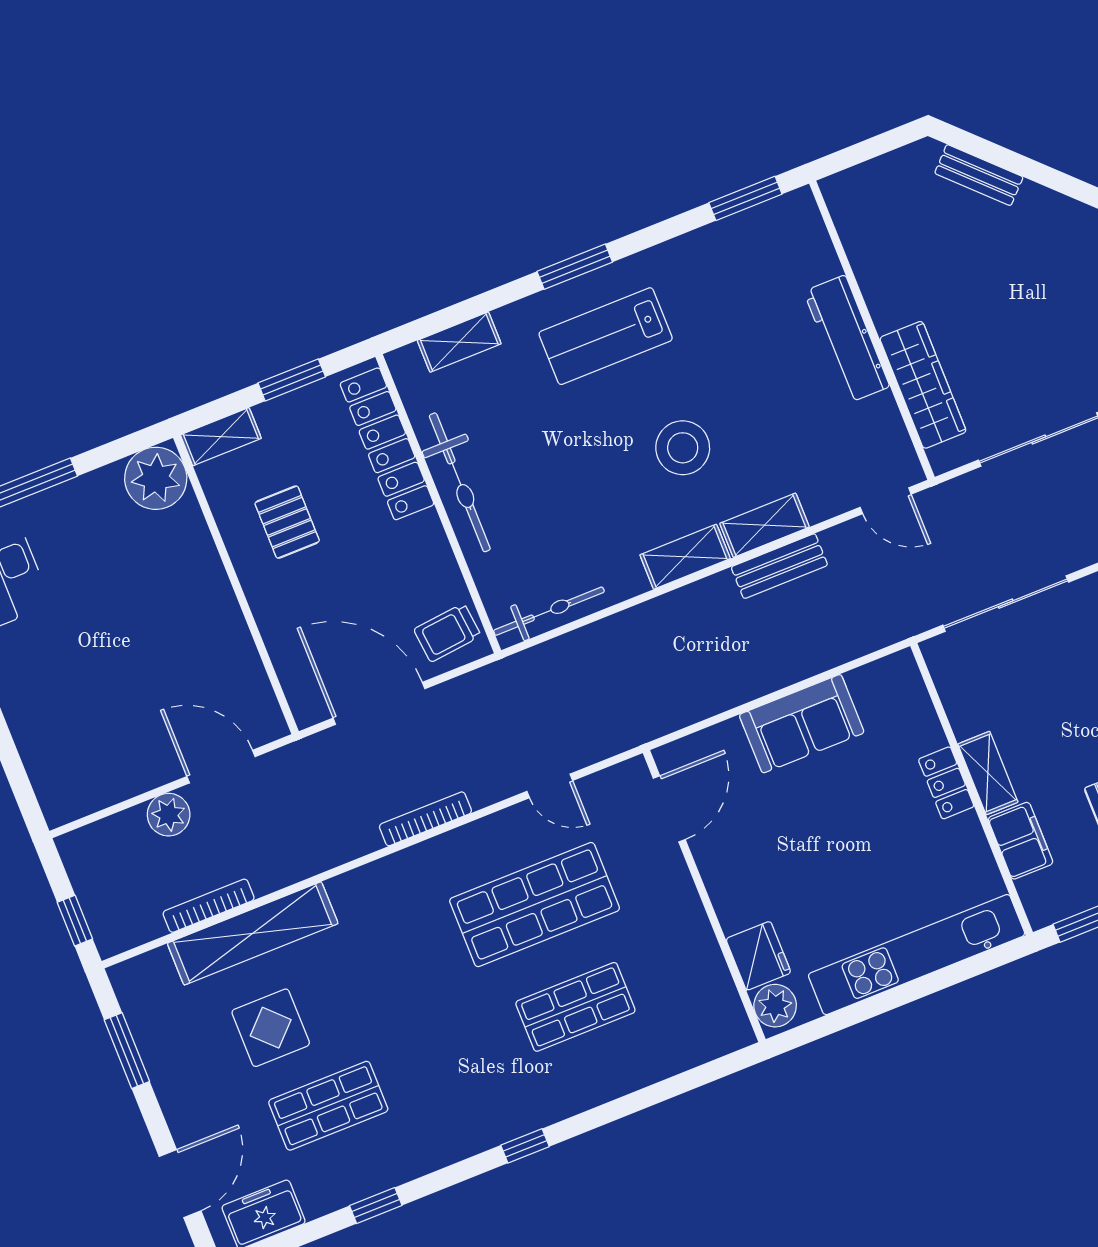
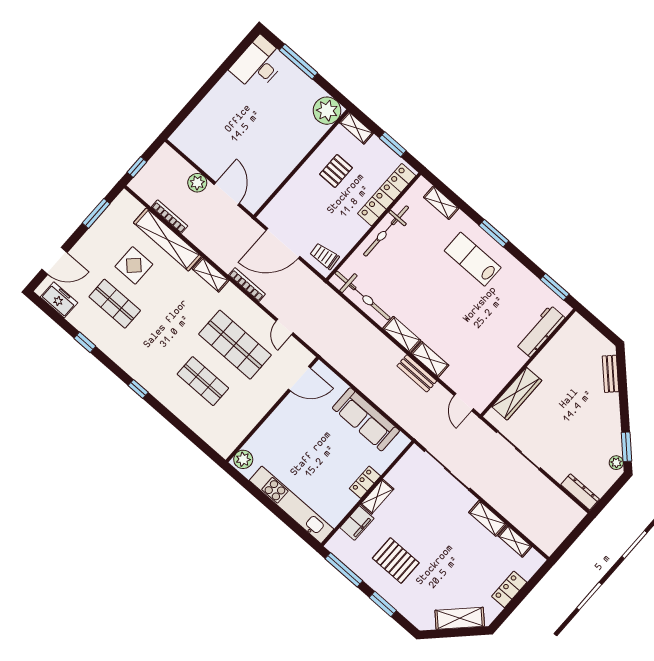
workbench: (847, 339) -> (540, 331), moved
stool: (683, 448) -> (444, 312), removed
bicycle: (549, 611) -> (363, 296), width x1.37, depth x1.40
door: (379, 703) -> (283, 243), swing flipped
sofa: (802, 724) -> (366, 419), width x1.36
shelving: (368, 882) -> (211, 275), added
fridge: (758, 956) -> (259, 443), removed

